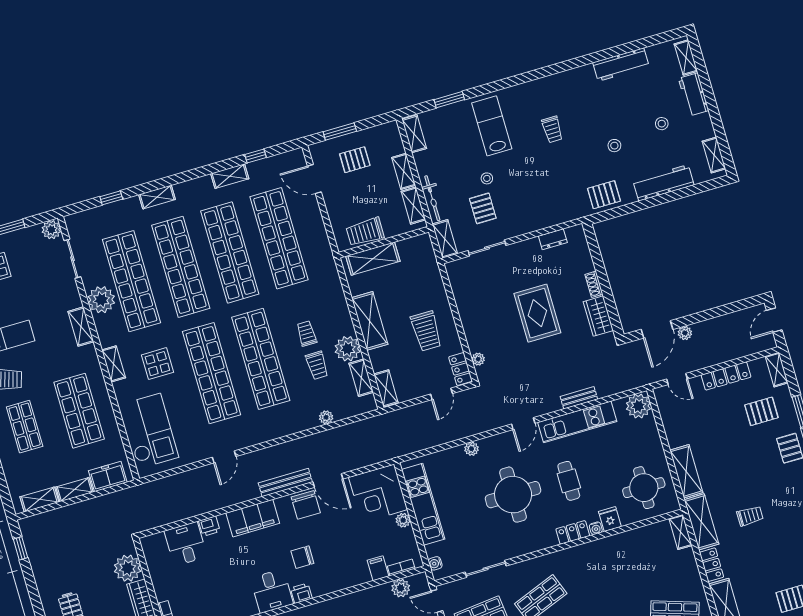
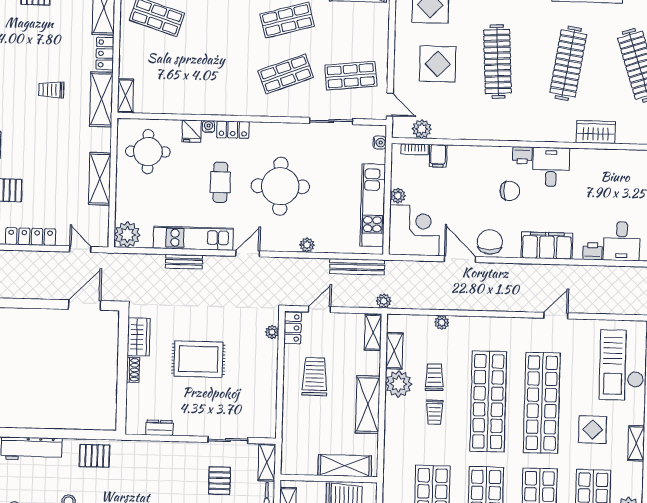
rug: (537, 313) -> (198, 359), turned 90
plant: (685, 333) -> (384, 301), moved
shelving: (686, 471) -> (100, 179), moved
bench: (285, 483) -> (357, 267), moved

